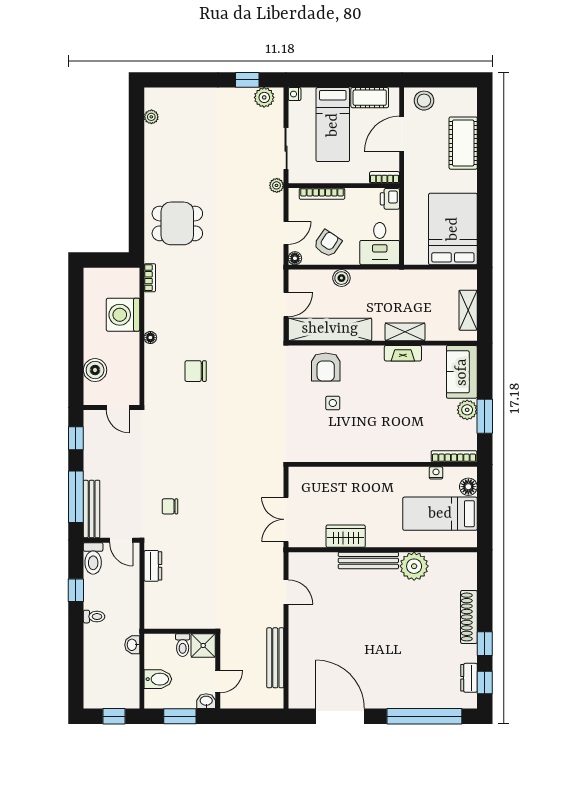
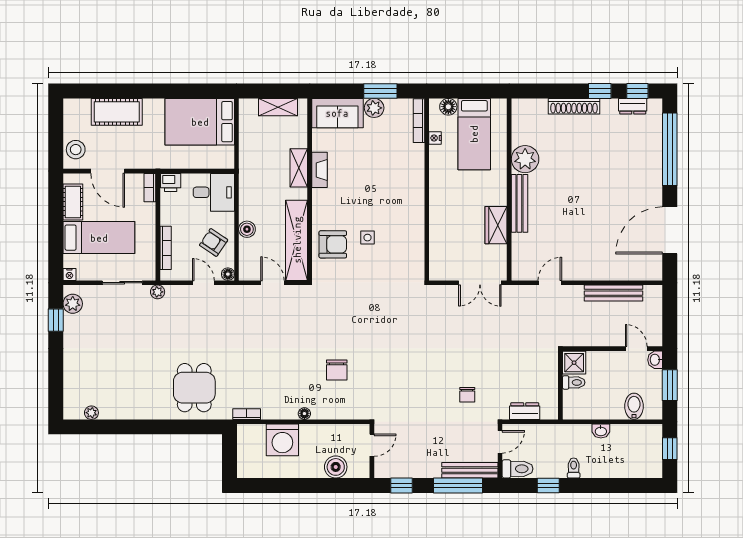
wall: (180, 631) -> (560, 385), moved
toilet: (183, 645) -> (574, 382), moved
shower: (203, 645) -> (574, 363), moved

